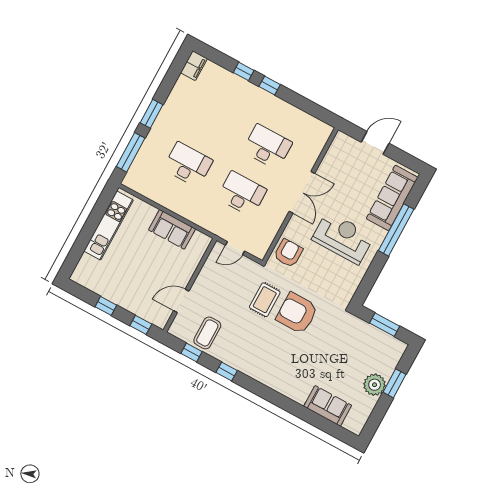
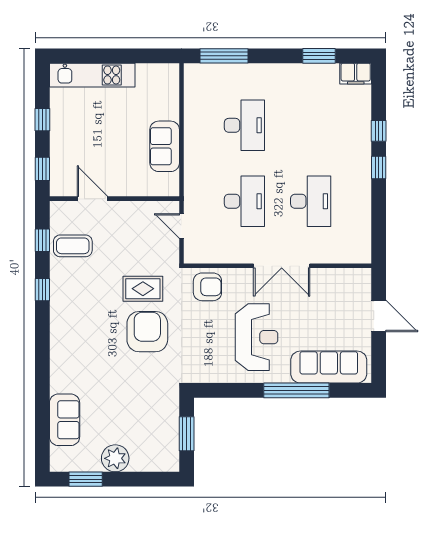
window: (152, 114) -> (319, 56), moved
kitchen unit: (109, 225) -> (92, 75), moved
window: (395, 383) -> (86, 479), moved

